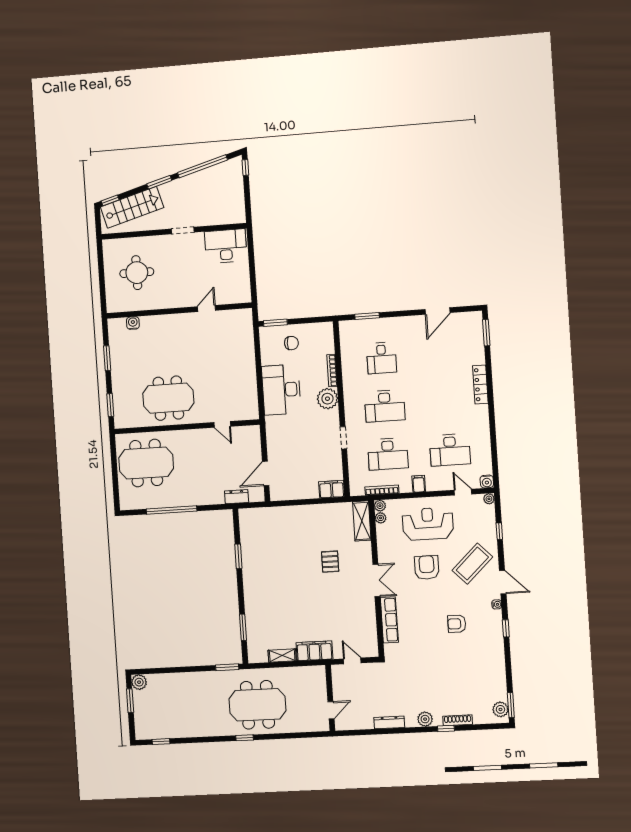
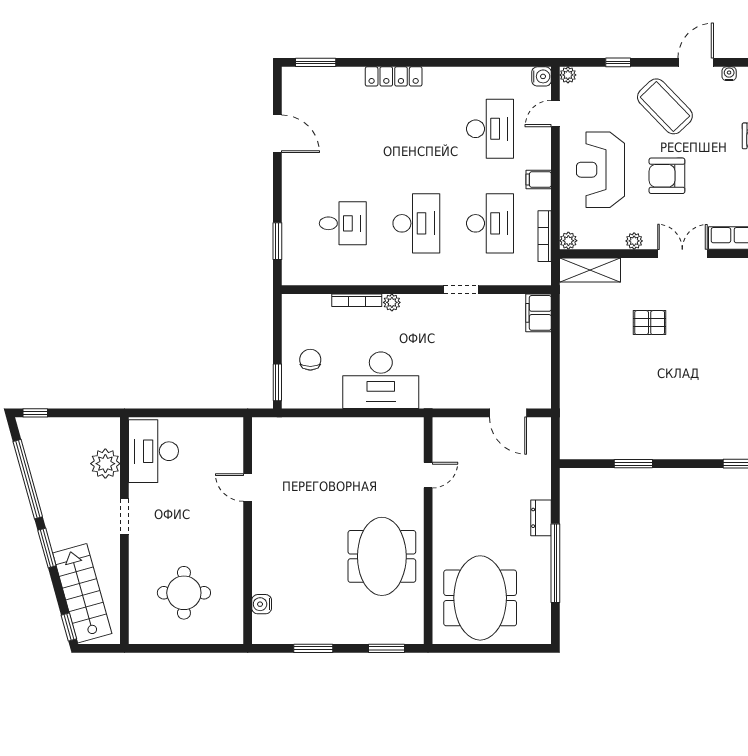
plant: (216, 216) -> (105, 464), added
plant: (327, 399) -> (392, 302), width x0.53, depth x0.53
dresser: (237, 497) -> (541, 518), moved
plant: (381, 518) -> (634, 241), moved

